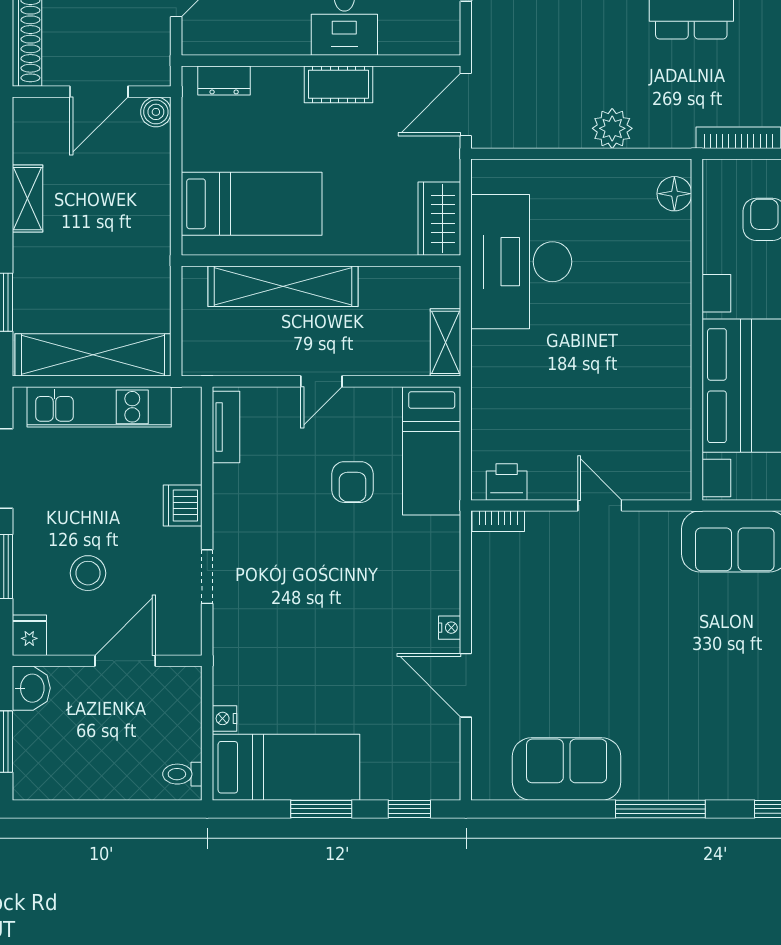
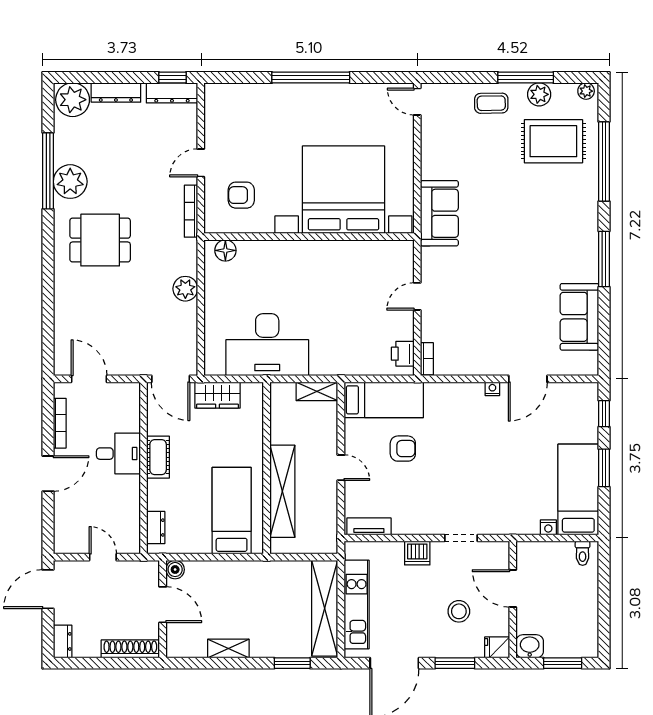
wardrobe: (439, 219) -> (217, 395), moved

